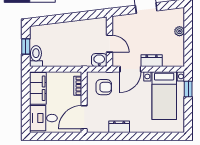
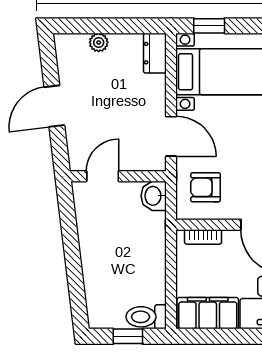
door: (110, 44) -> (103, 176), moved
dresser: (152, 61) -> (155, 53), moved
armchair: (104, 87) -> (206, 187), turned -90

